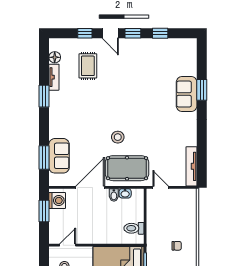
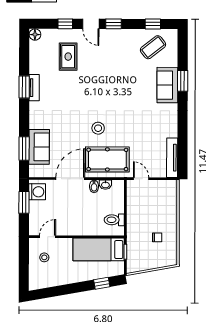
window: (160, 33) -> (153, 24), moved
coffee table: (172, 56) -> (153, 47), added
floor lamp: (55, 57) -> (35, 35), moved
tv unit: (54, 77) -> (34, 88), moved

